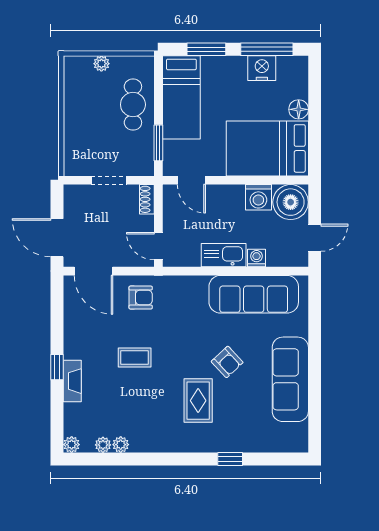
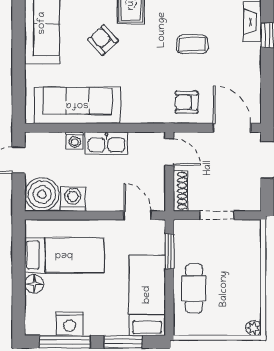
plant: (101, 64) -> (253, 328), moved
bed: (267, 148) -> (64, 255), width x0.67
shoe rack: (147, 199) -> (180, 191), width x1.43

